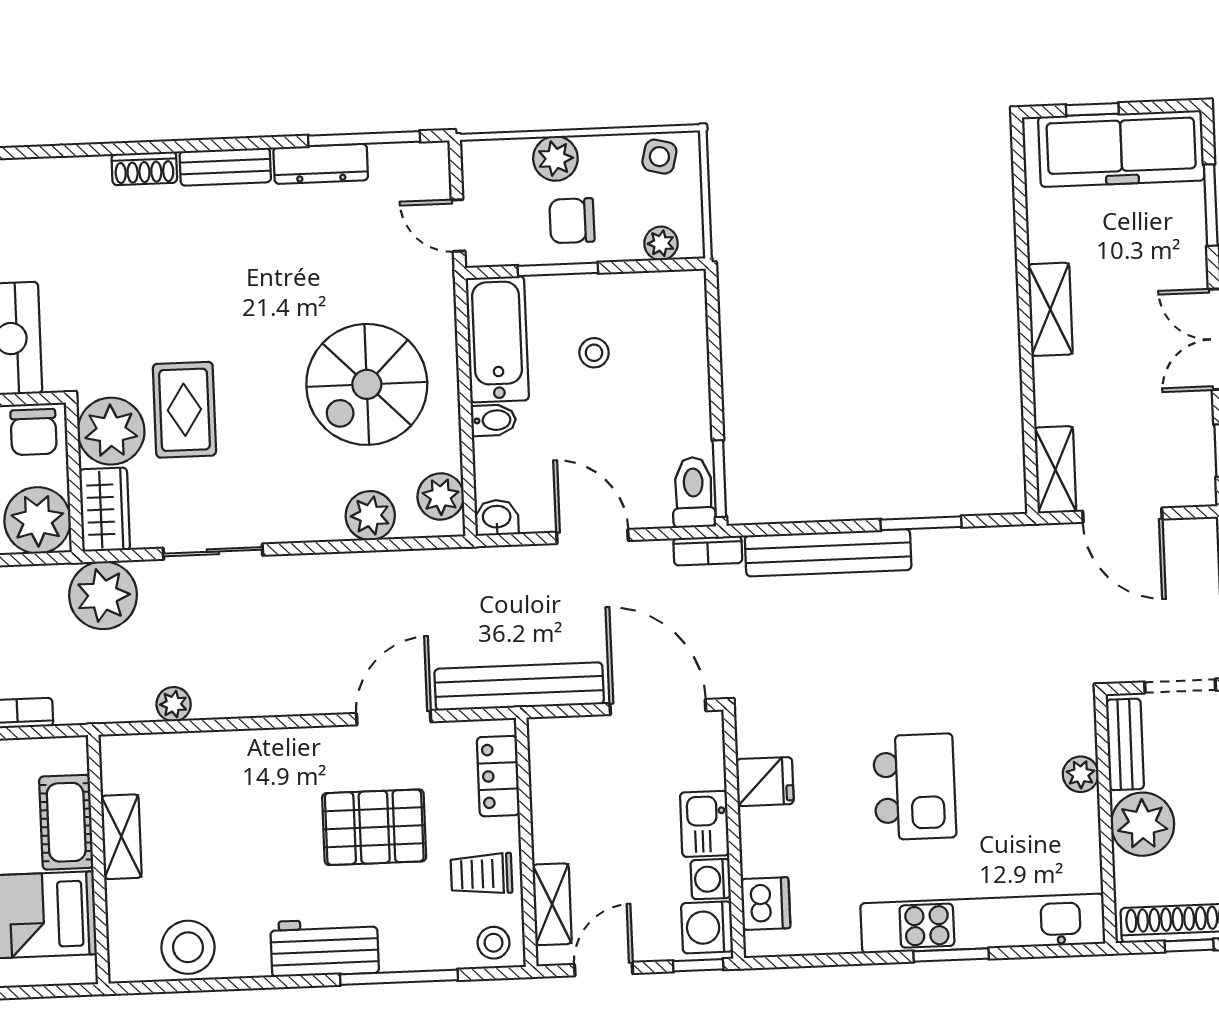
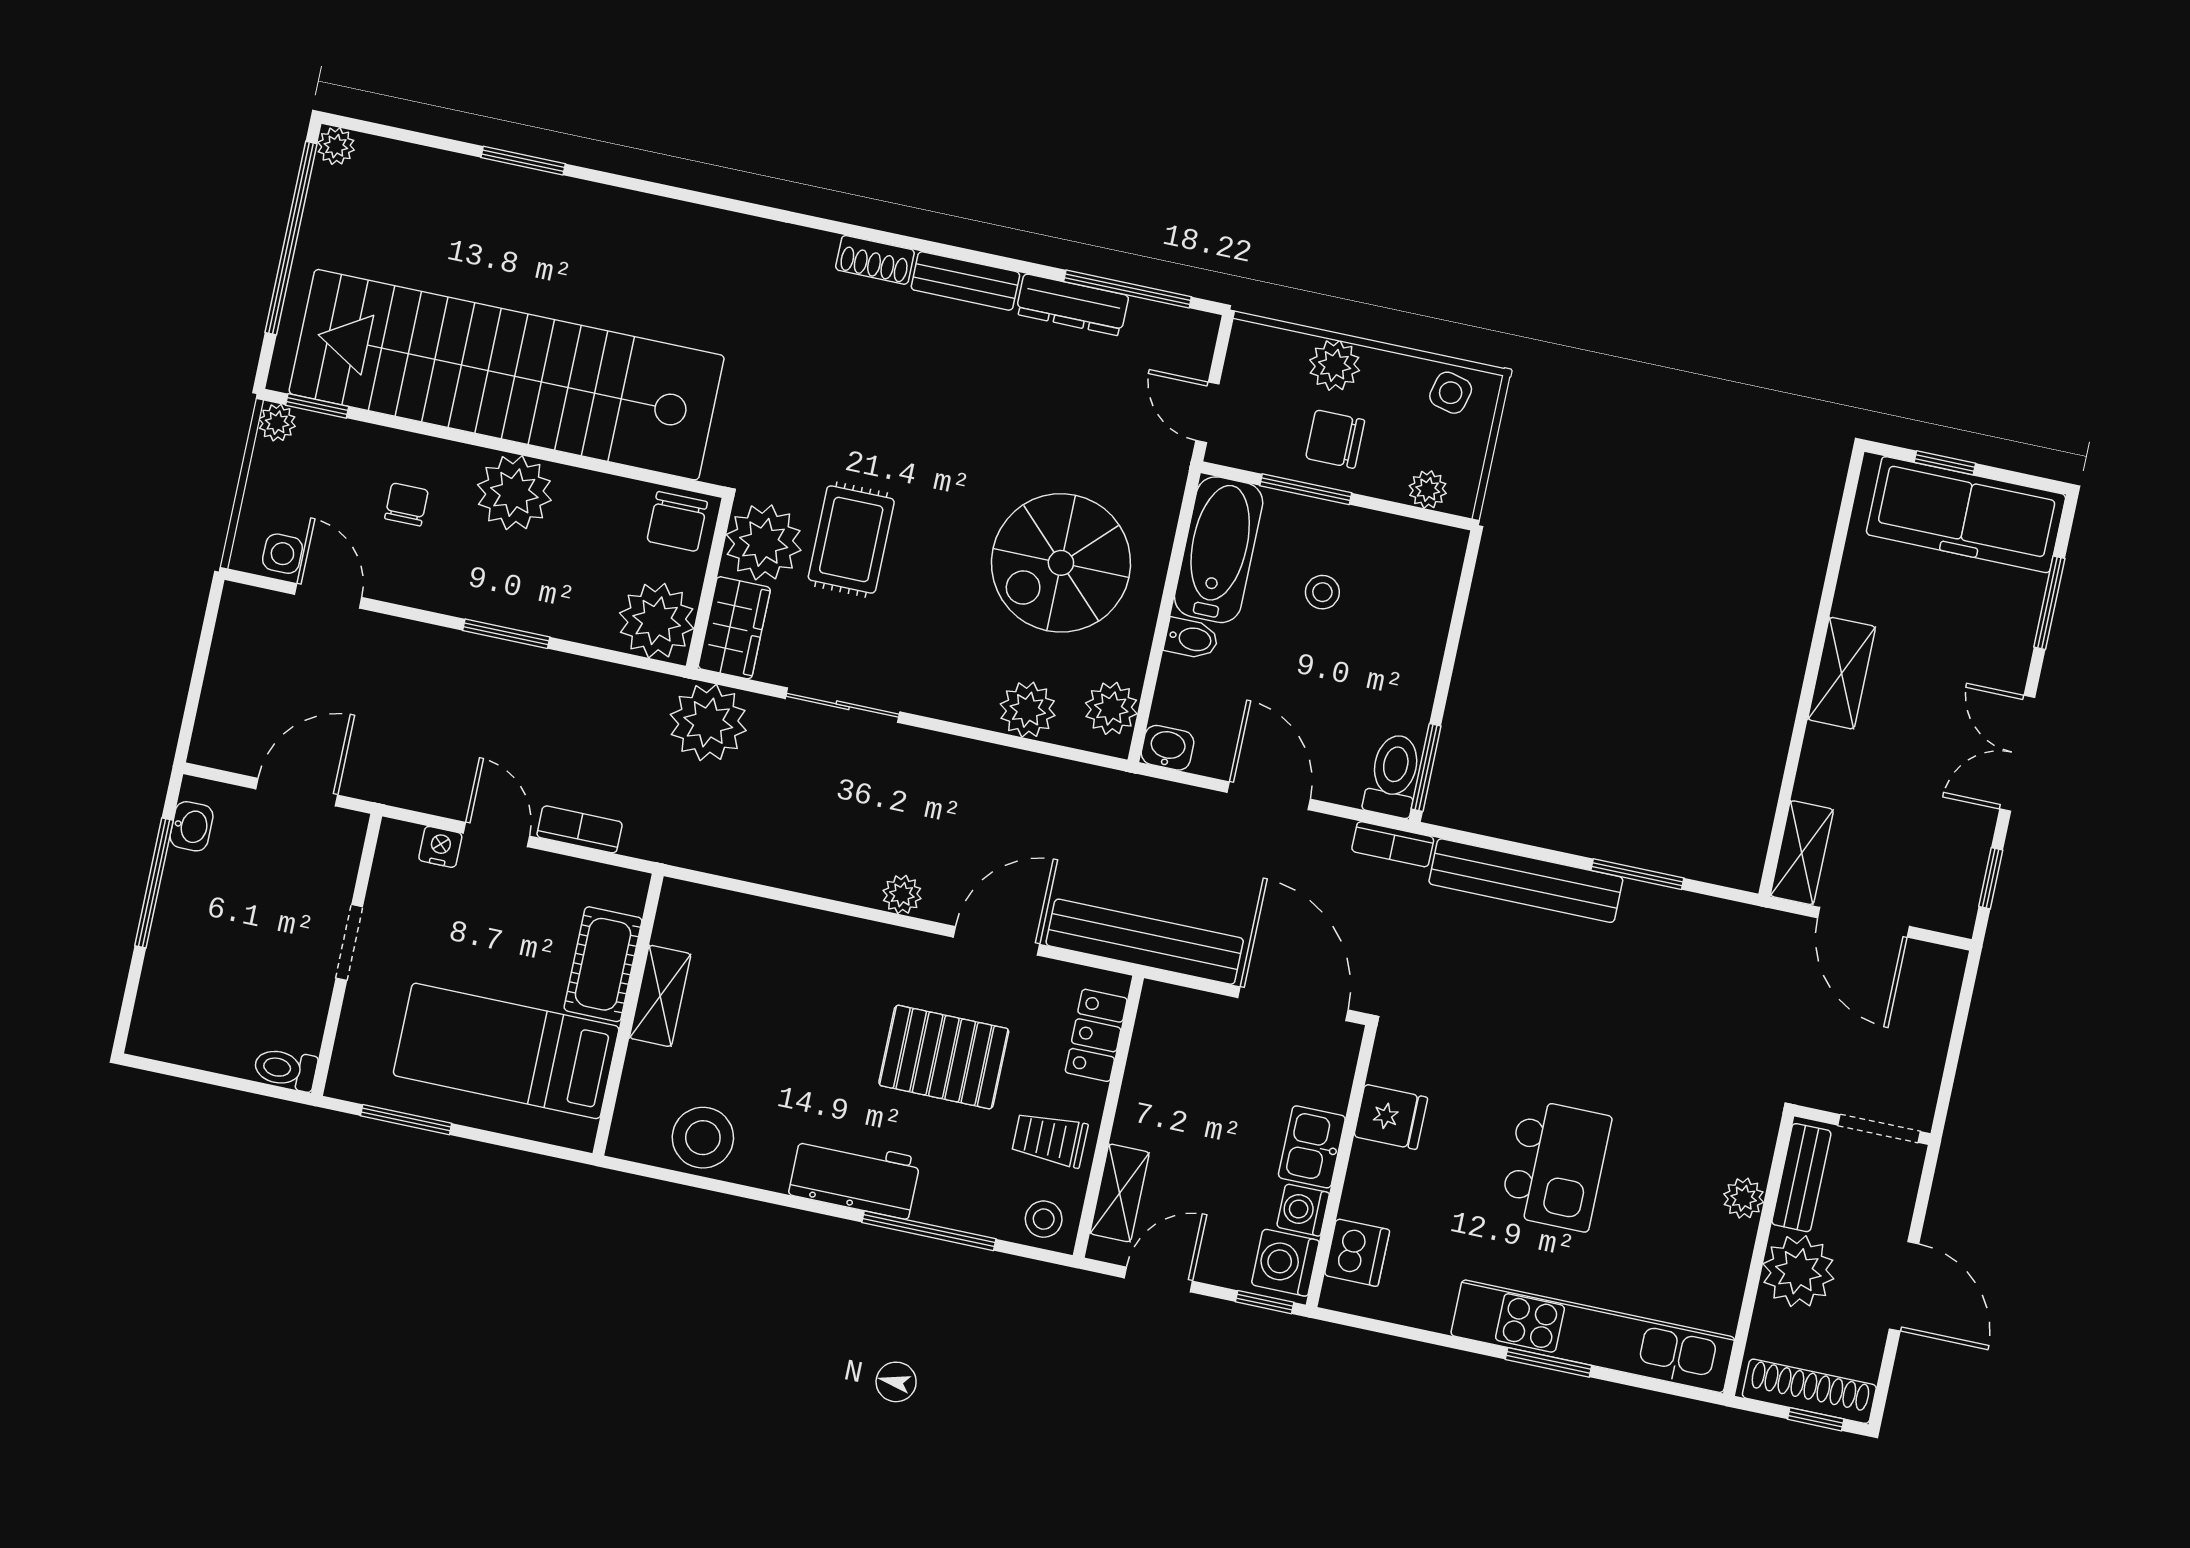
plant: (174, 704) -> (902, 895), moved

